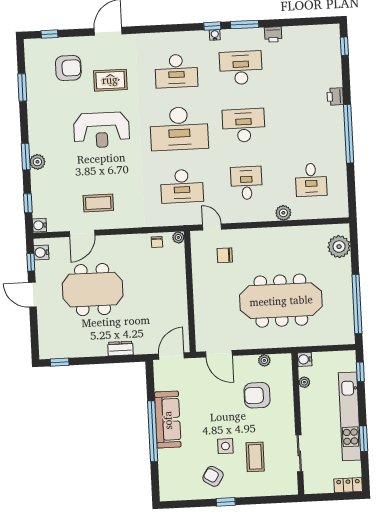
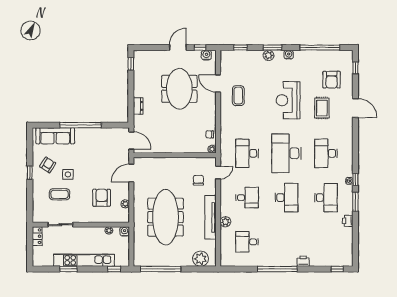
window: (22, 87) -> (320, 48), width x2.11
water cooler: (39, 225) -> (289, 55), moved
tv unit: (278, 235) -> (210, 217), added
sofa: (168, 420) -> (55, 136), moved
locker: (348, 485) -> (37, 236), moved

